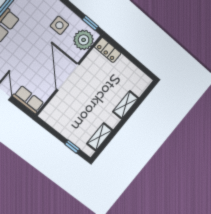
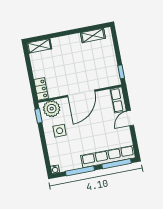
shelving: (126, 105) -> (39, 46), moved
window: (72, 147) -> (121, 72), moved

